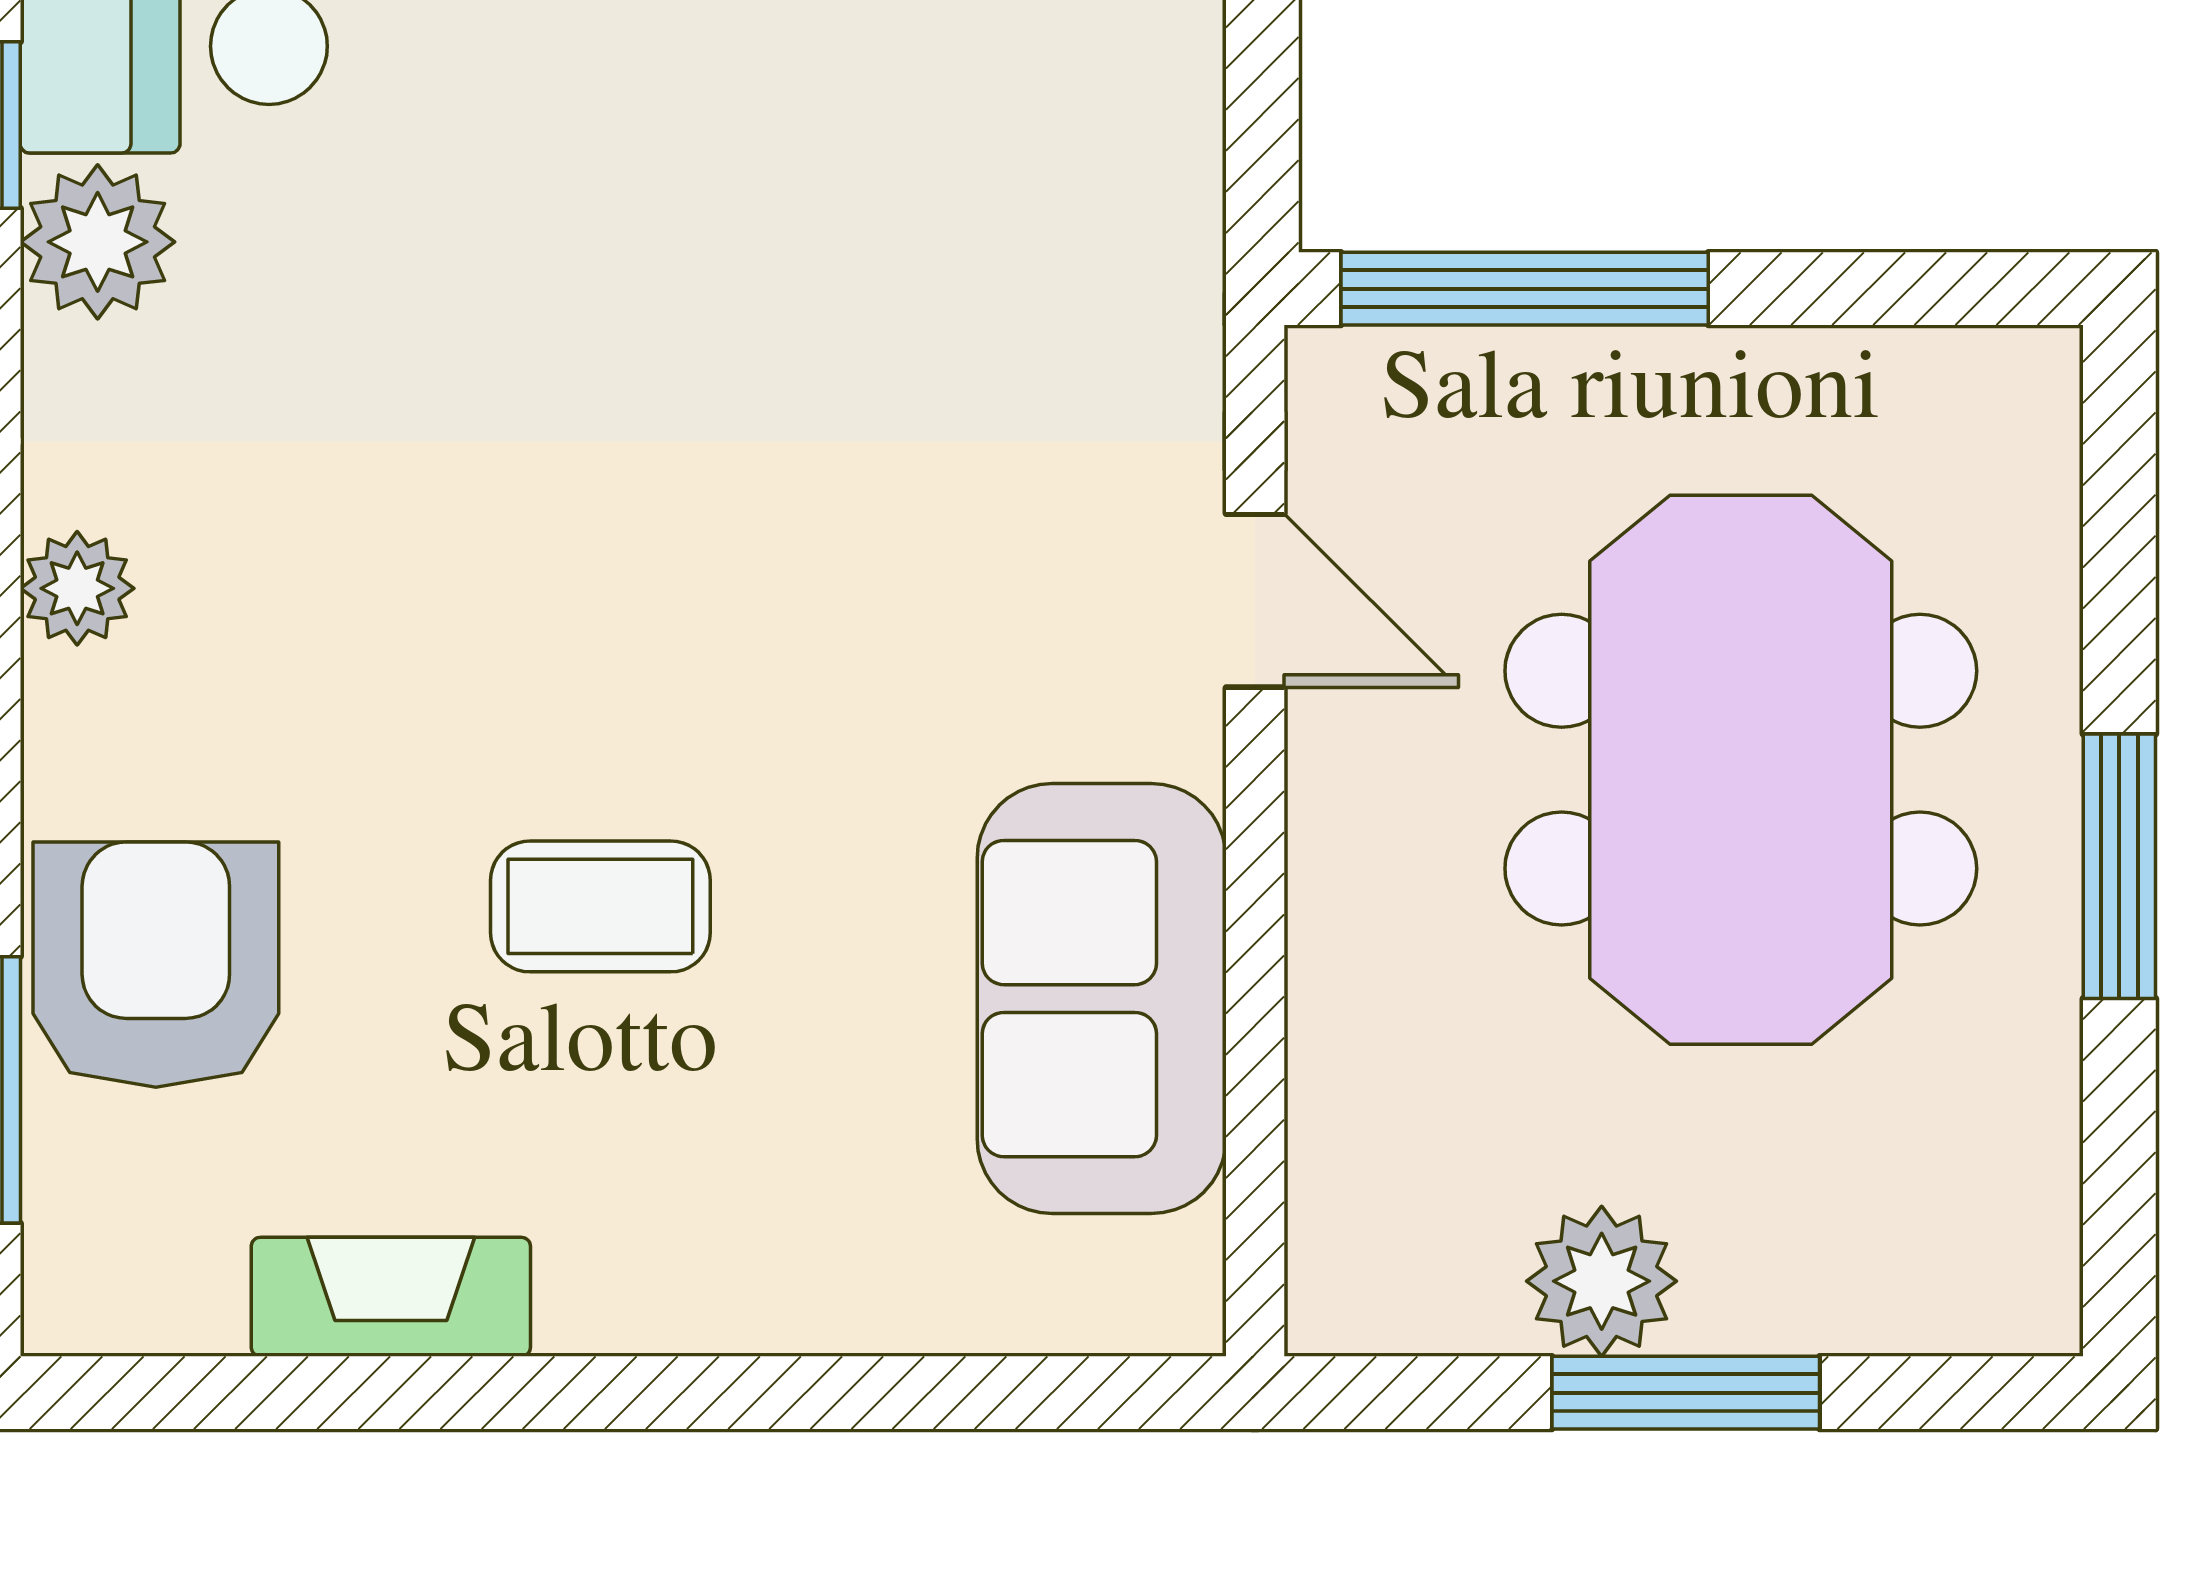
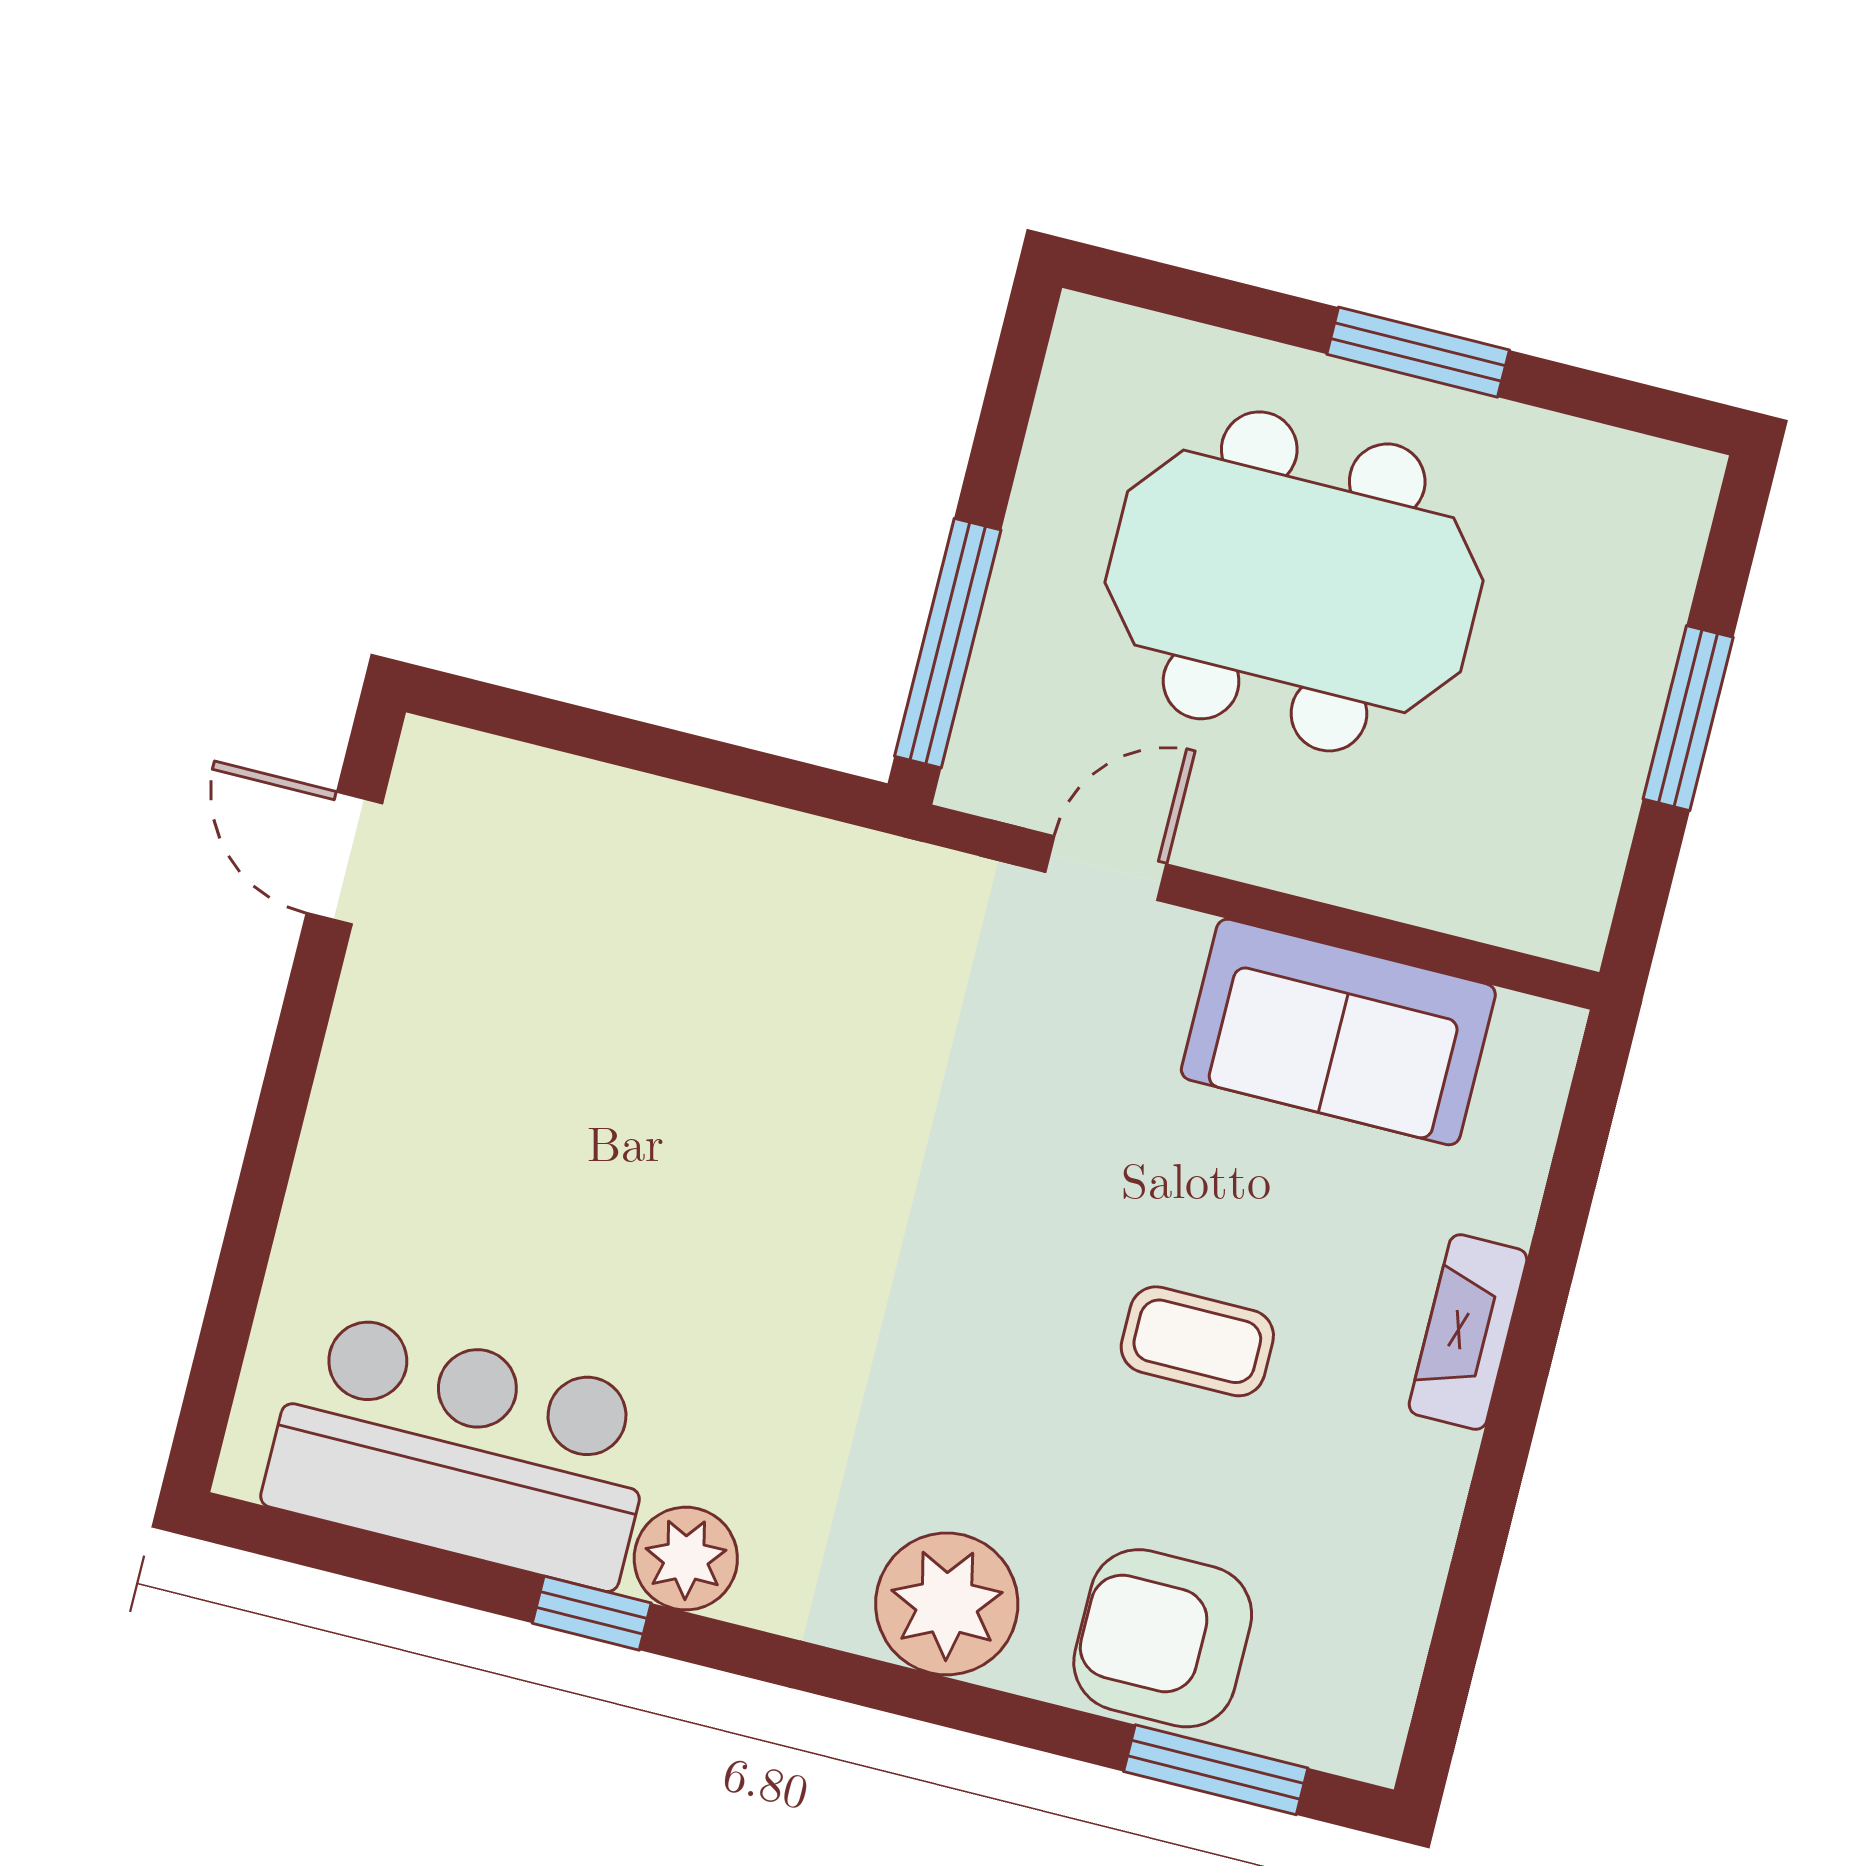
plant: (77, 588) -> (947, 1604), width x1.88, depth x1.88
coffee table: (600, 906) -> (1197, 1341), turned 90
plant: (1602, 1281) -> (1602, 755), removed
fireplace: (391, 1297) -> (1468, 1332), moved

